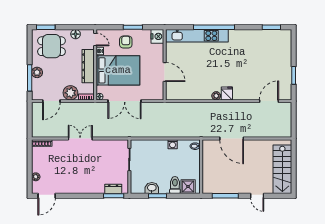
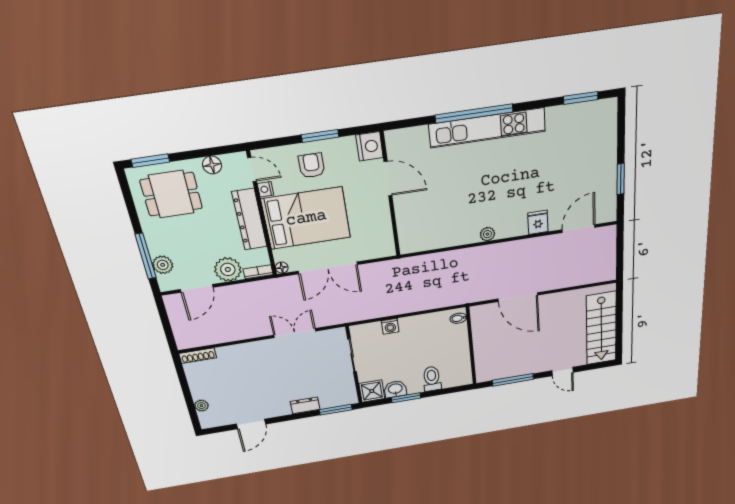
kitchen unit: (197, 36) -> (487, 128), moved
plant: (37, 72) -> (163, 265), moved
door: (165, 72) -> (388, 179), moved
fridge: (227, 93) -> (538, 222), moved
double door: (80, 139) -> (295, 333), moved
washing machine: (173, 144) -> (390, 326), moved
shower: (188, 187) -> (372, 391), moved
dresser: (113, 189) -> (305, 405), moved
door: (47, 196) -> (251, 424), moved

